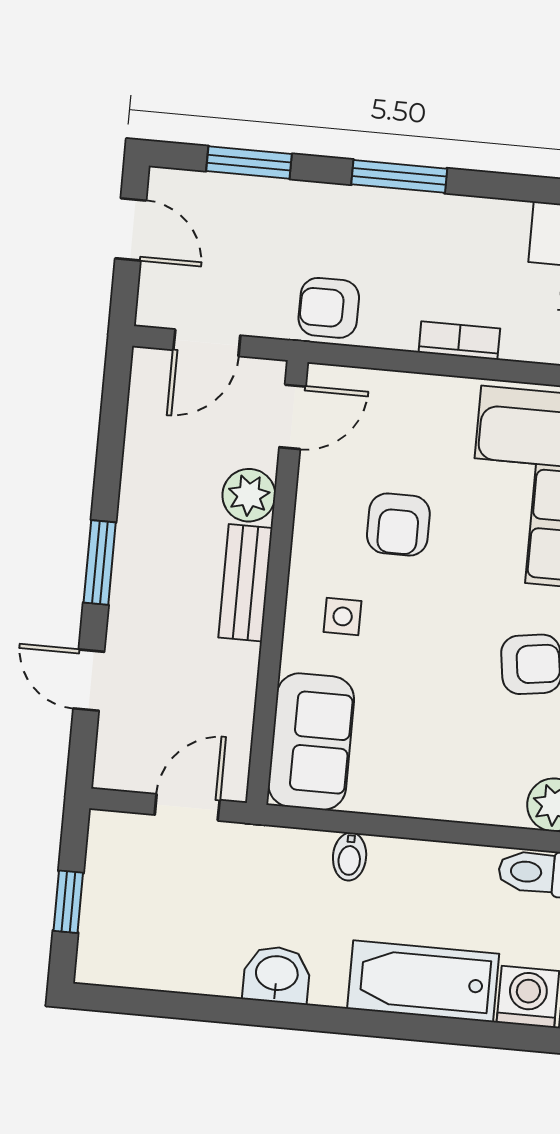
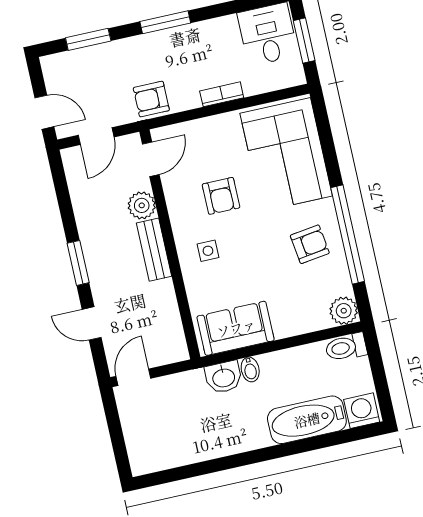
door: (131, 229) -> (44, 112), moved
sofa: (311, 742) -> (236, 328), moved, turned -90
door: (187, 807) -> (133, 377), moved
window: (68, 902) -> (117, 437), removed
washbasin: (277, 975) -> (224, 377), moved, turned 180

